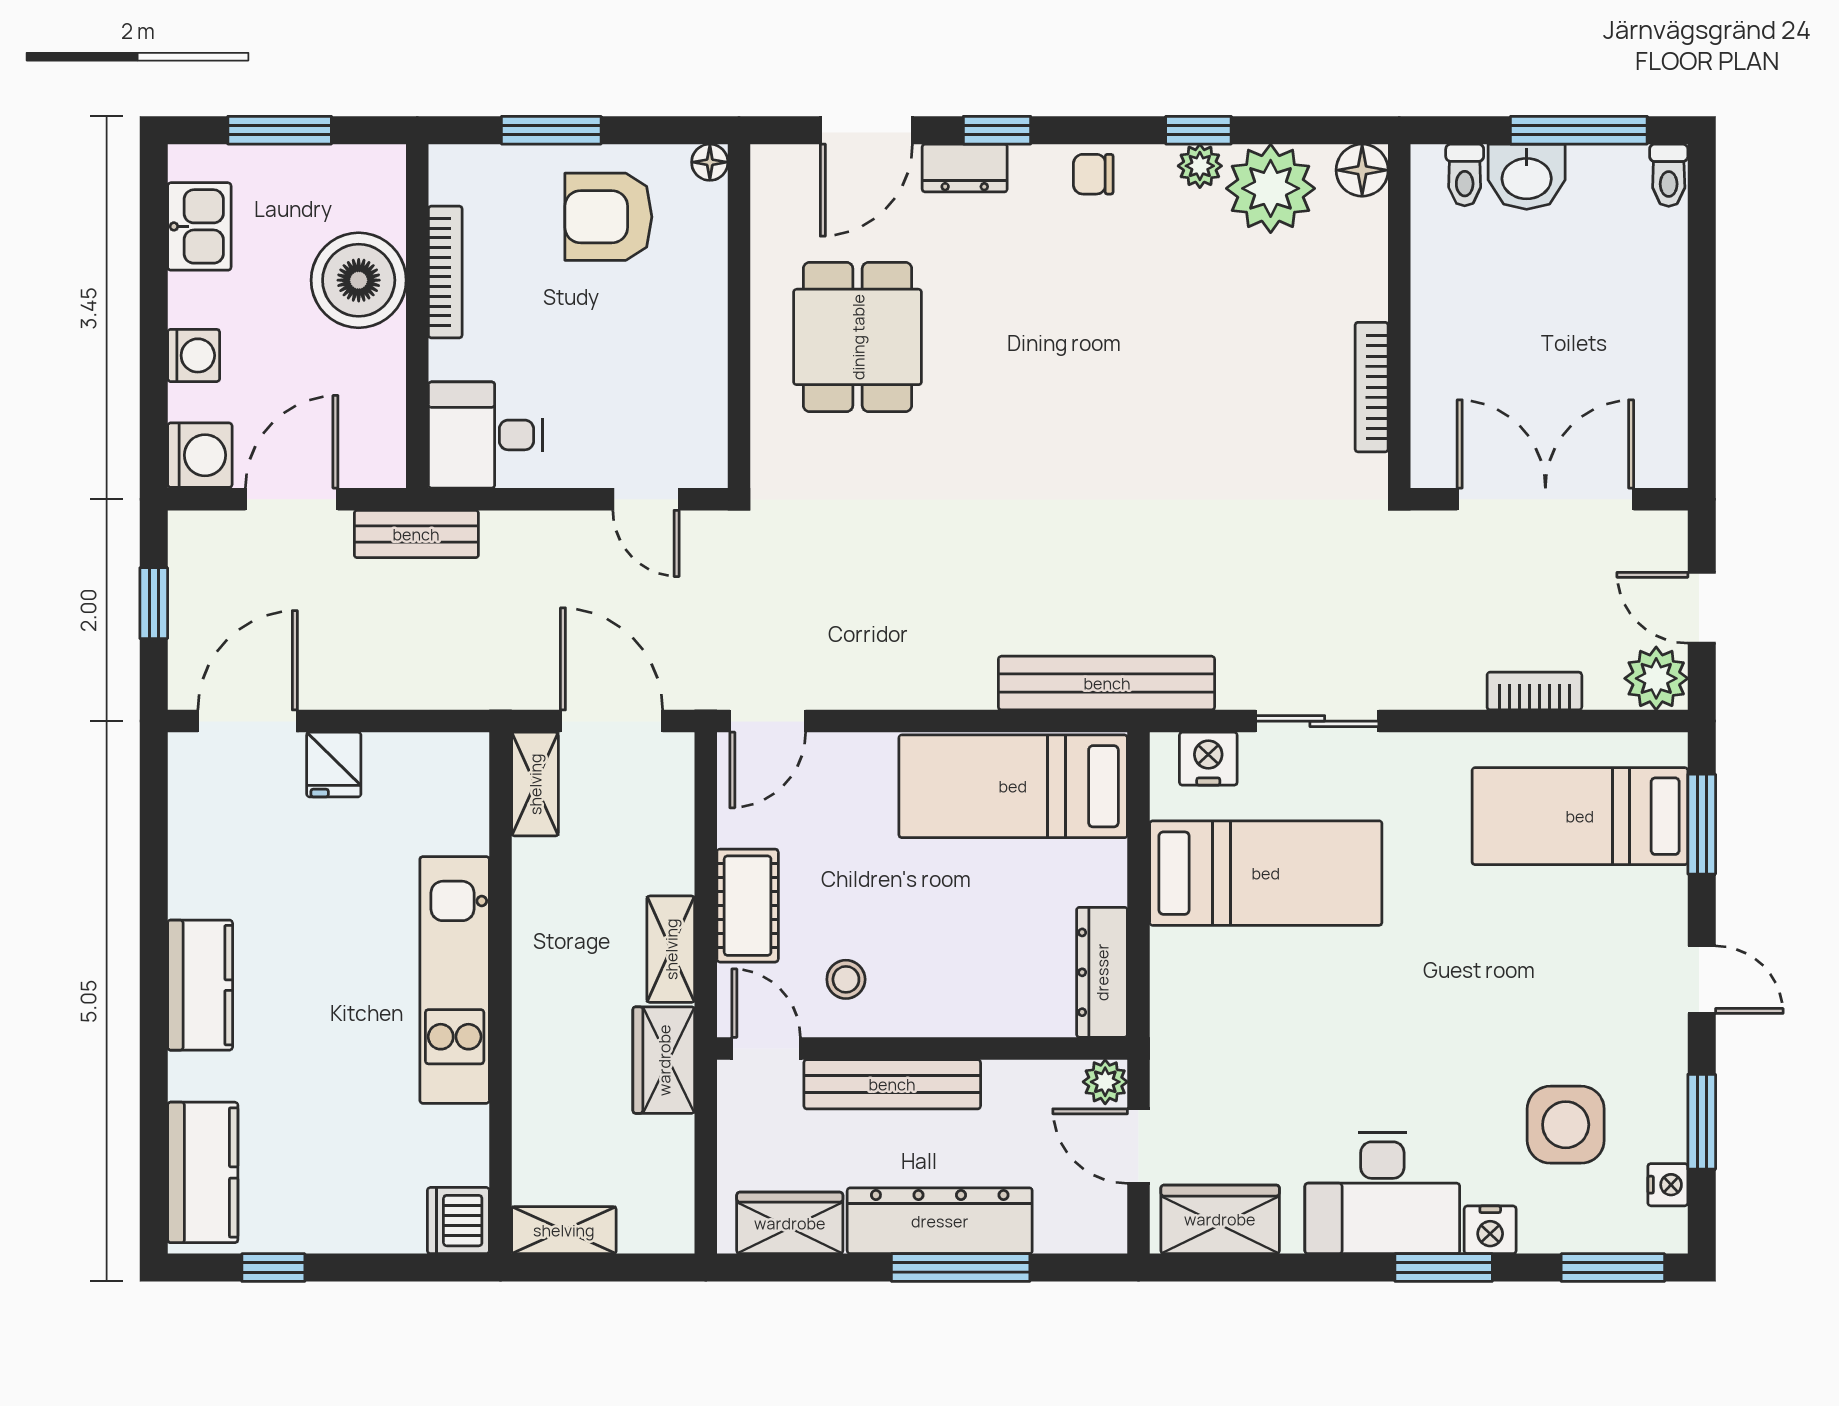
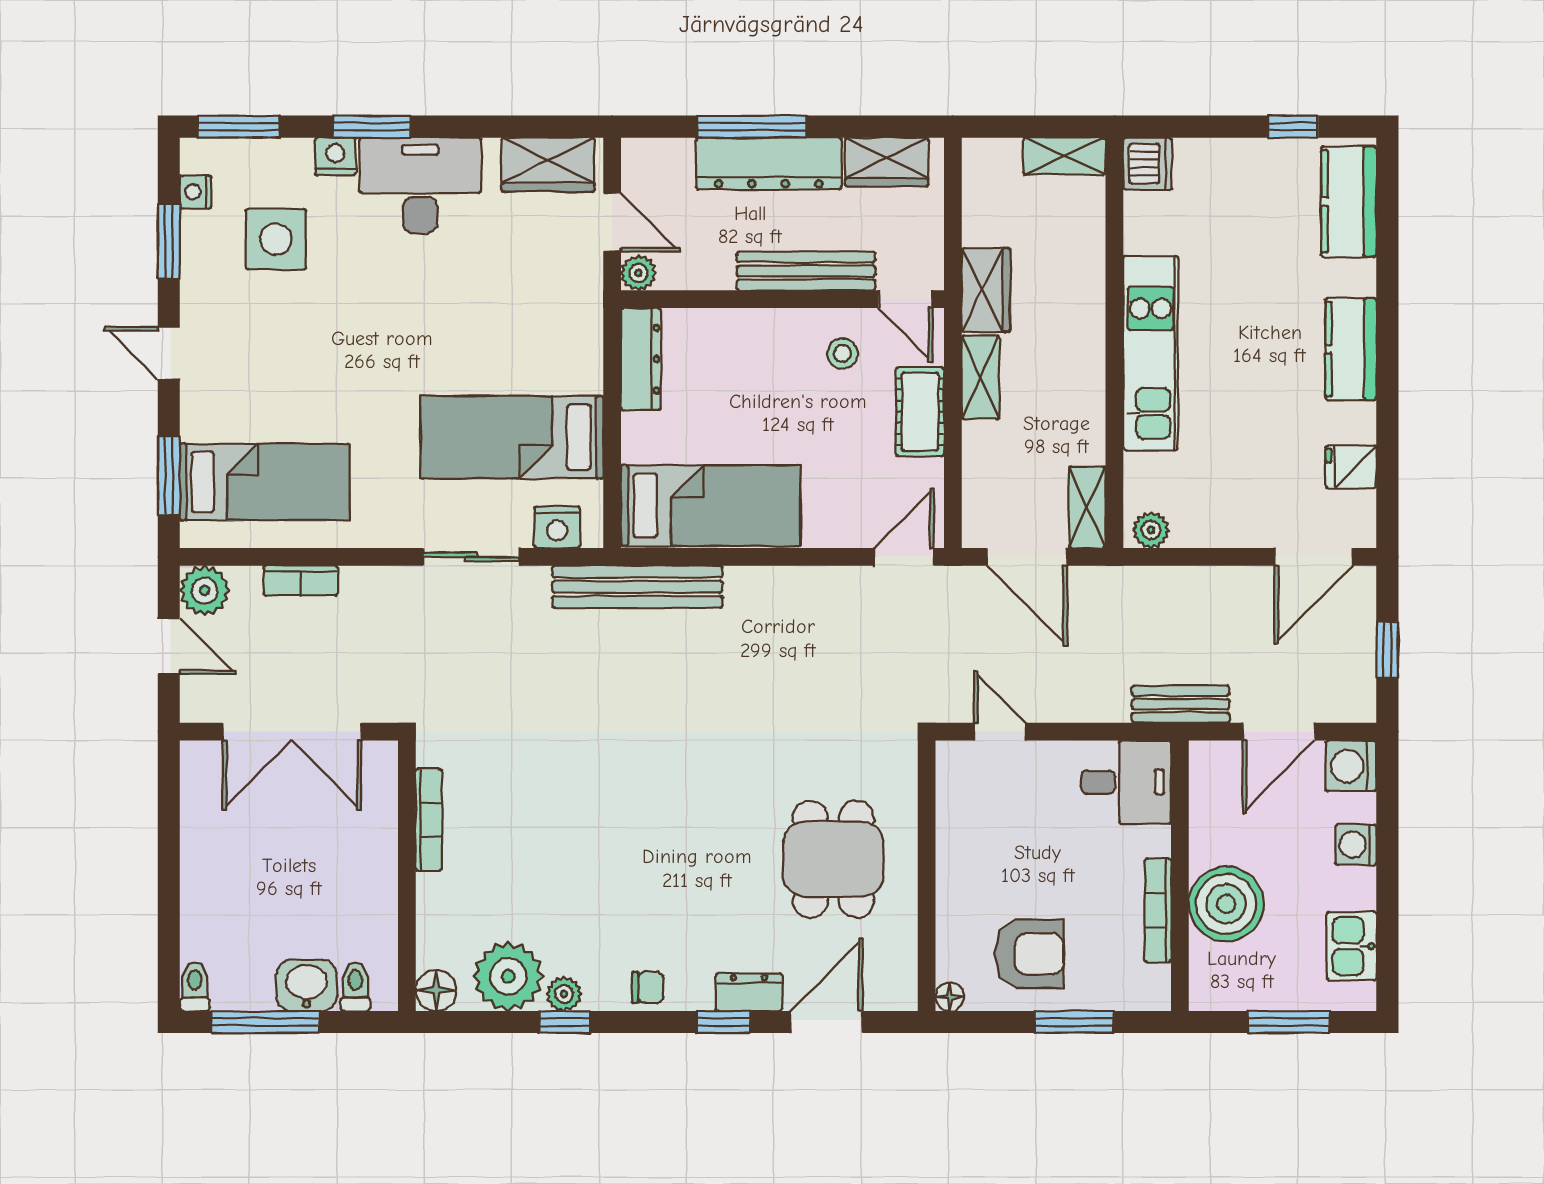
plant: (454, 755) -> (1151, 530), added
fridge: (334, 765) -> (1351, 467), moved, turned -90

